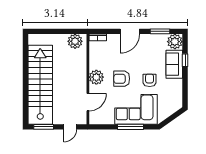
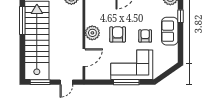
sofa: (174, 64) -> (170, 31), moved
window: (26, 65) -> (22, 20), added
armchair: (122, 79) -> (118, 34), turned 90

